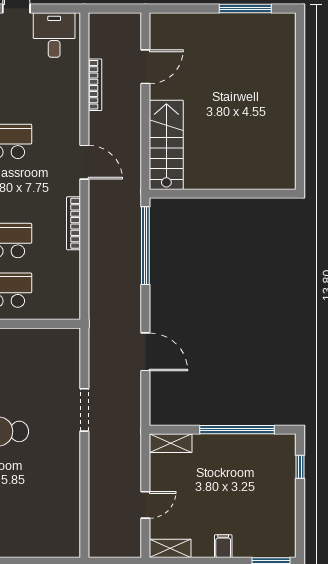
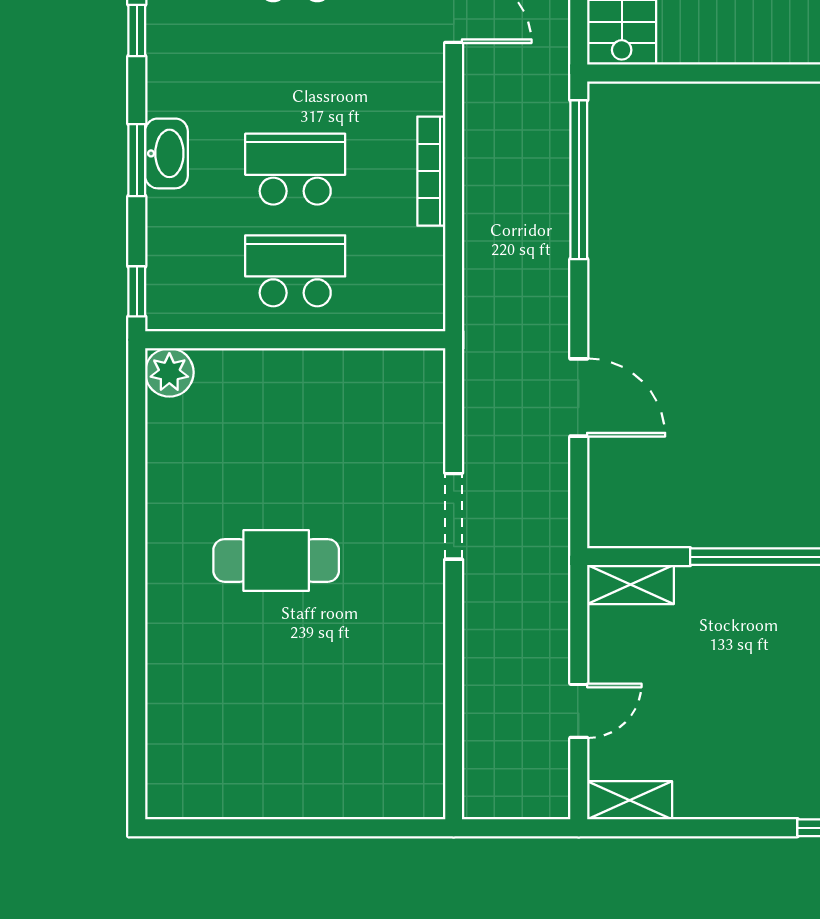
bookcase: (74, 223) -> (431, 171), moved
filing cabinet: (223, 546) -> (738, 796), removed

